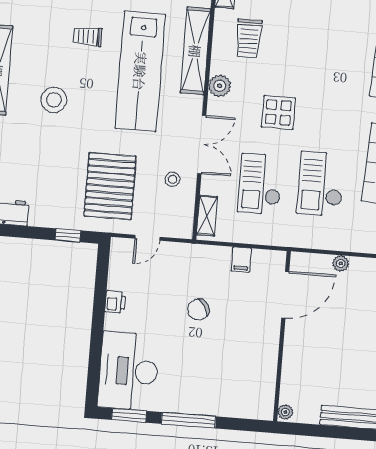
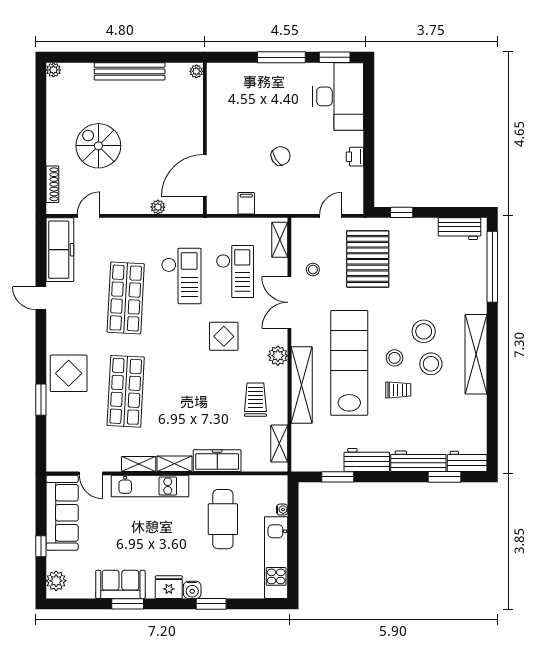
stool: (49, 63) -> (431, 364), added
stool: (89, 73) -> (395, 358), added

